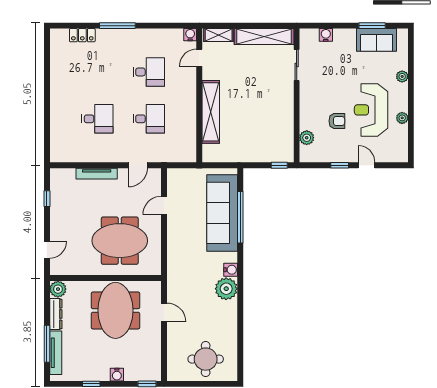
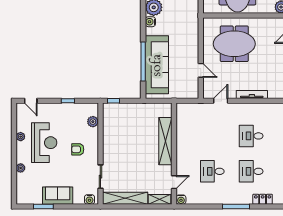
water cooler: (326, 35) -> (90, 199), moved
sofa: (377, 40) -> (58, 196), moved
desk: (149, 119) -> (251, 171), moved
armchair: (337, 121) -> (78, 149), moved
door: (367, 165) -> (31, 101), moved
door: (164, 206) -> (201, 70), hinge flipped

